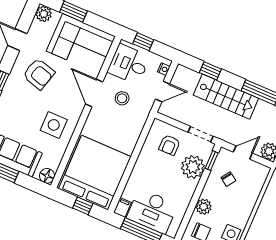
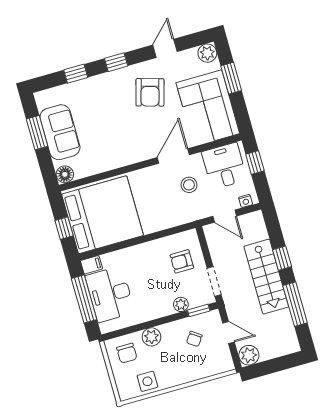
window: (210, 71) -> (282, 258), moved
side table: (54, 125) -> (115, 143), removed
plant: (193, 167) -> (181, 304), width x0.53, depth x0.53

